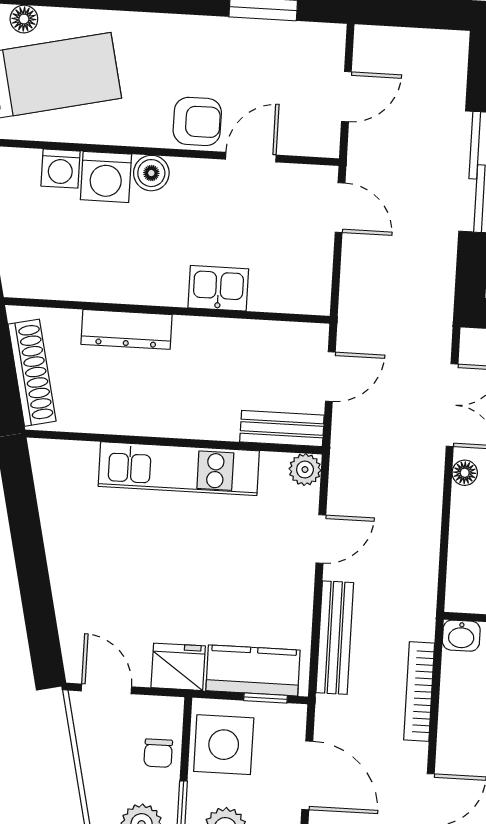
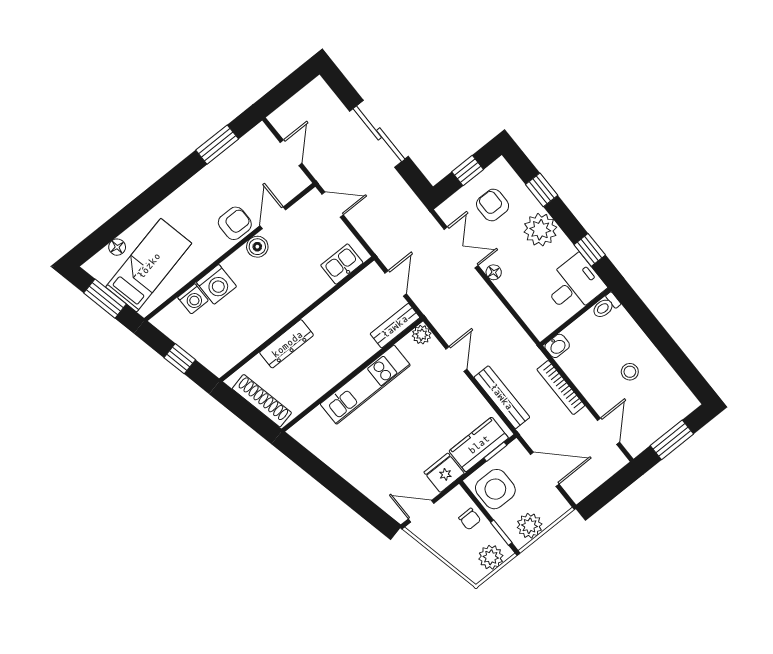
boiler: (151, 173) -> (257, 247), moved
kitchen sink: (218, 288) -> (342, 264), moved

